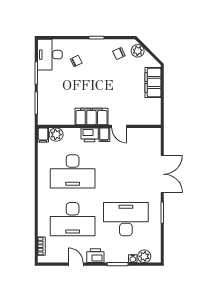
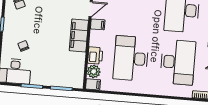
printer: (90, 135) -> (95, 56), moved
desk: (73, 171) -> (131, 58), turned 180

